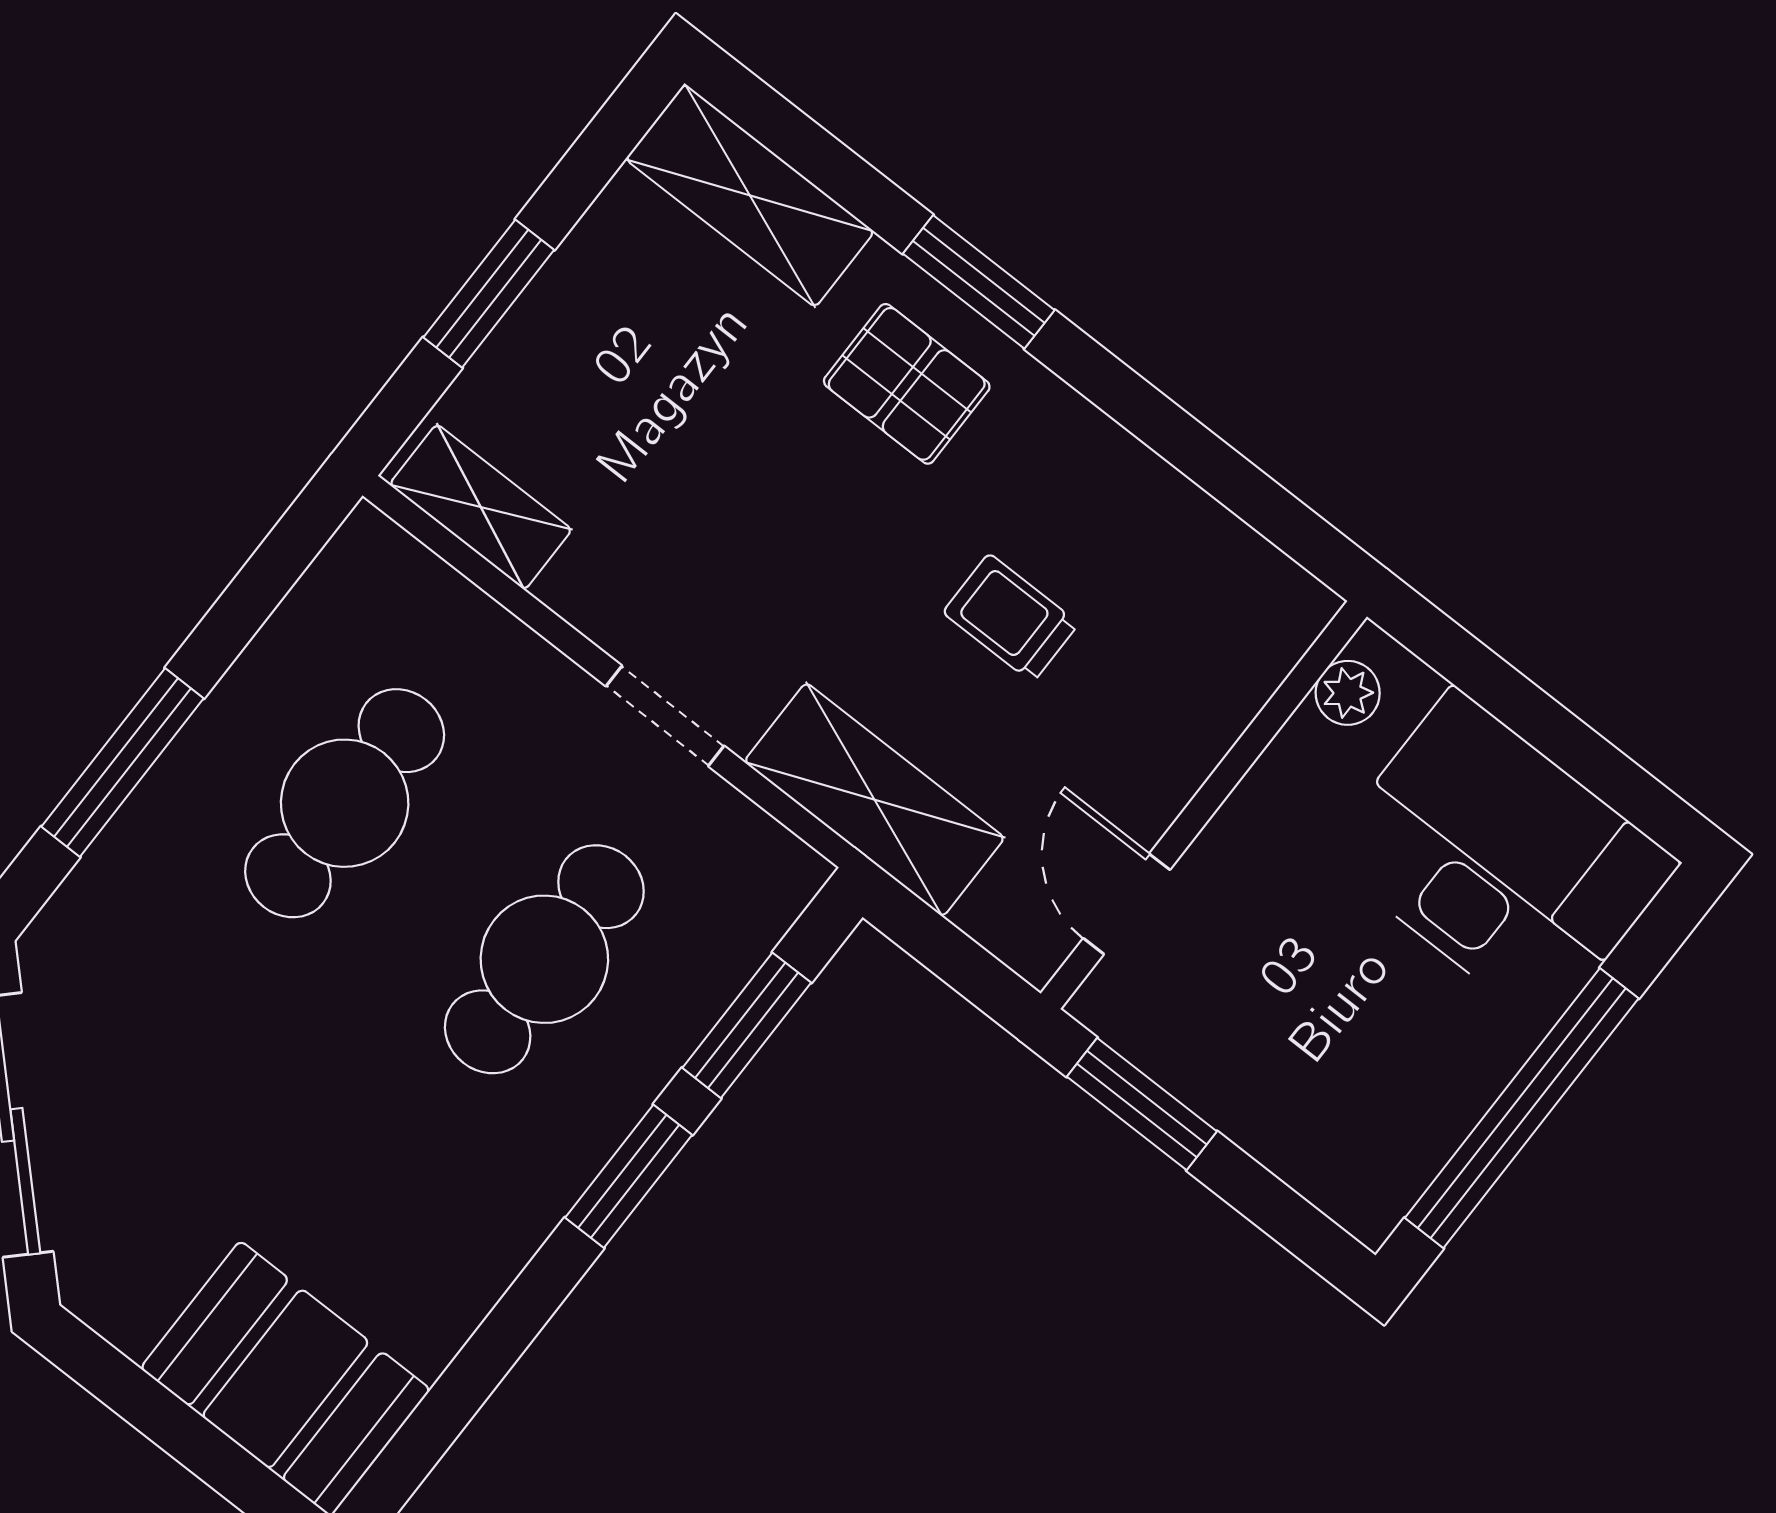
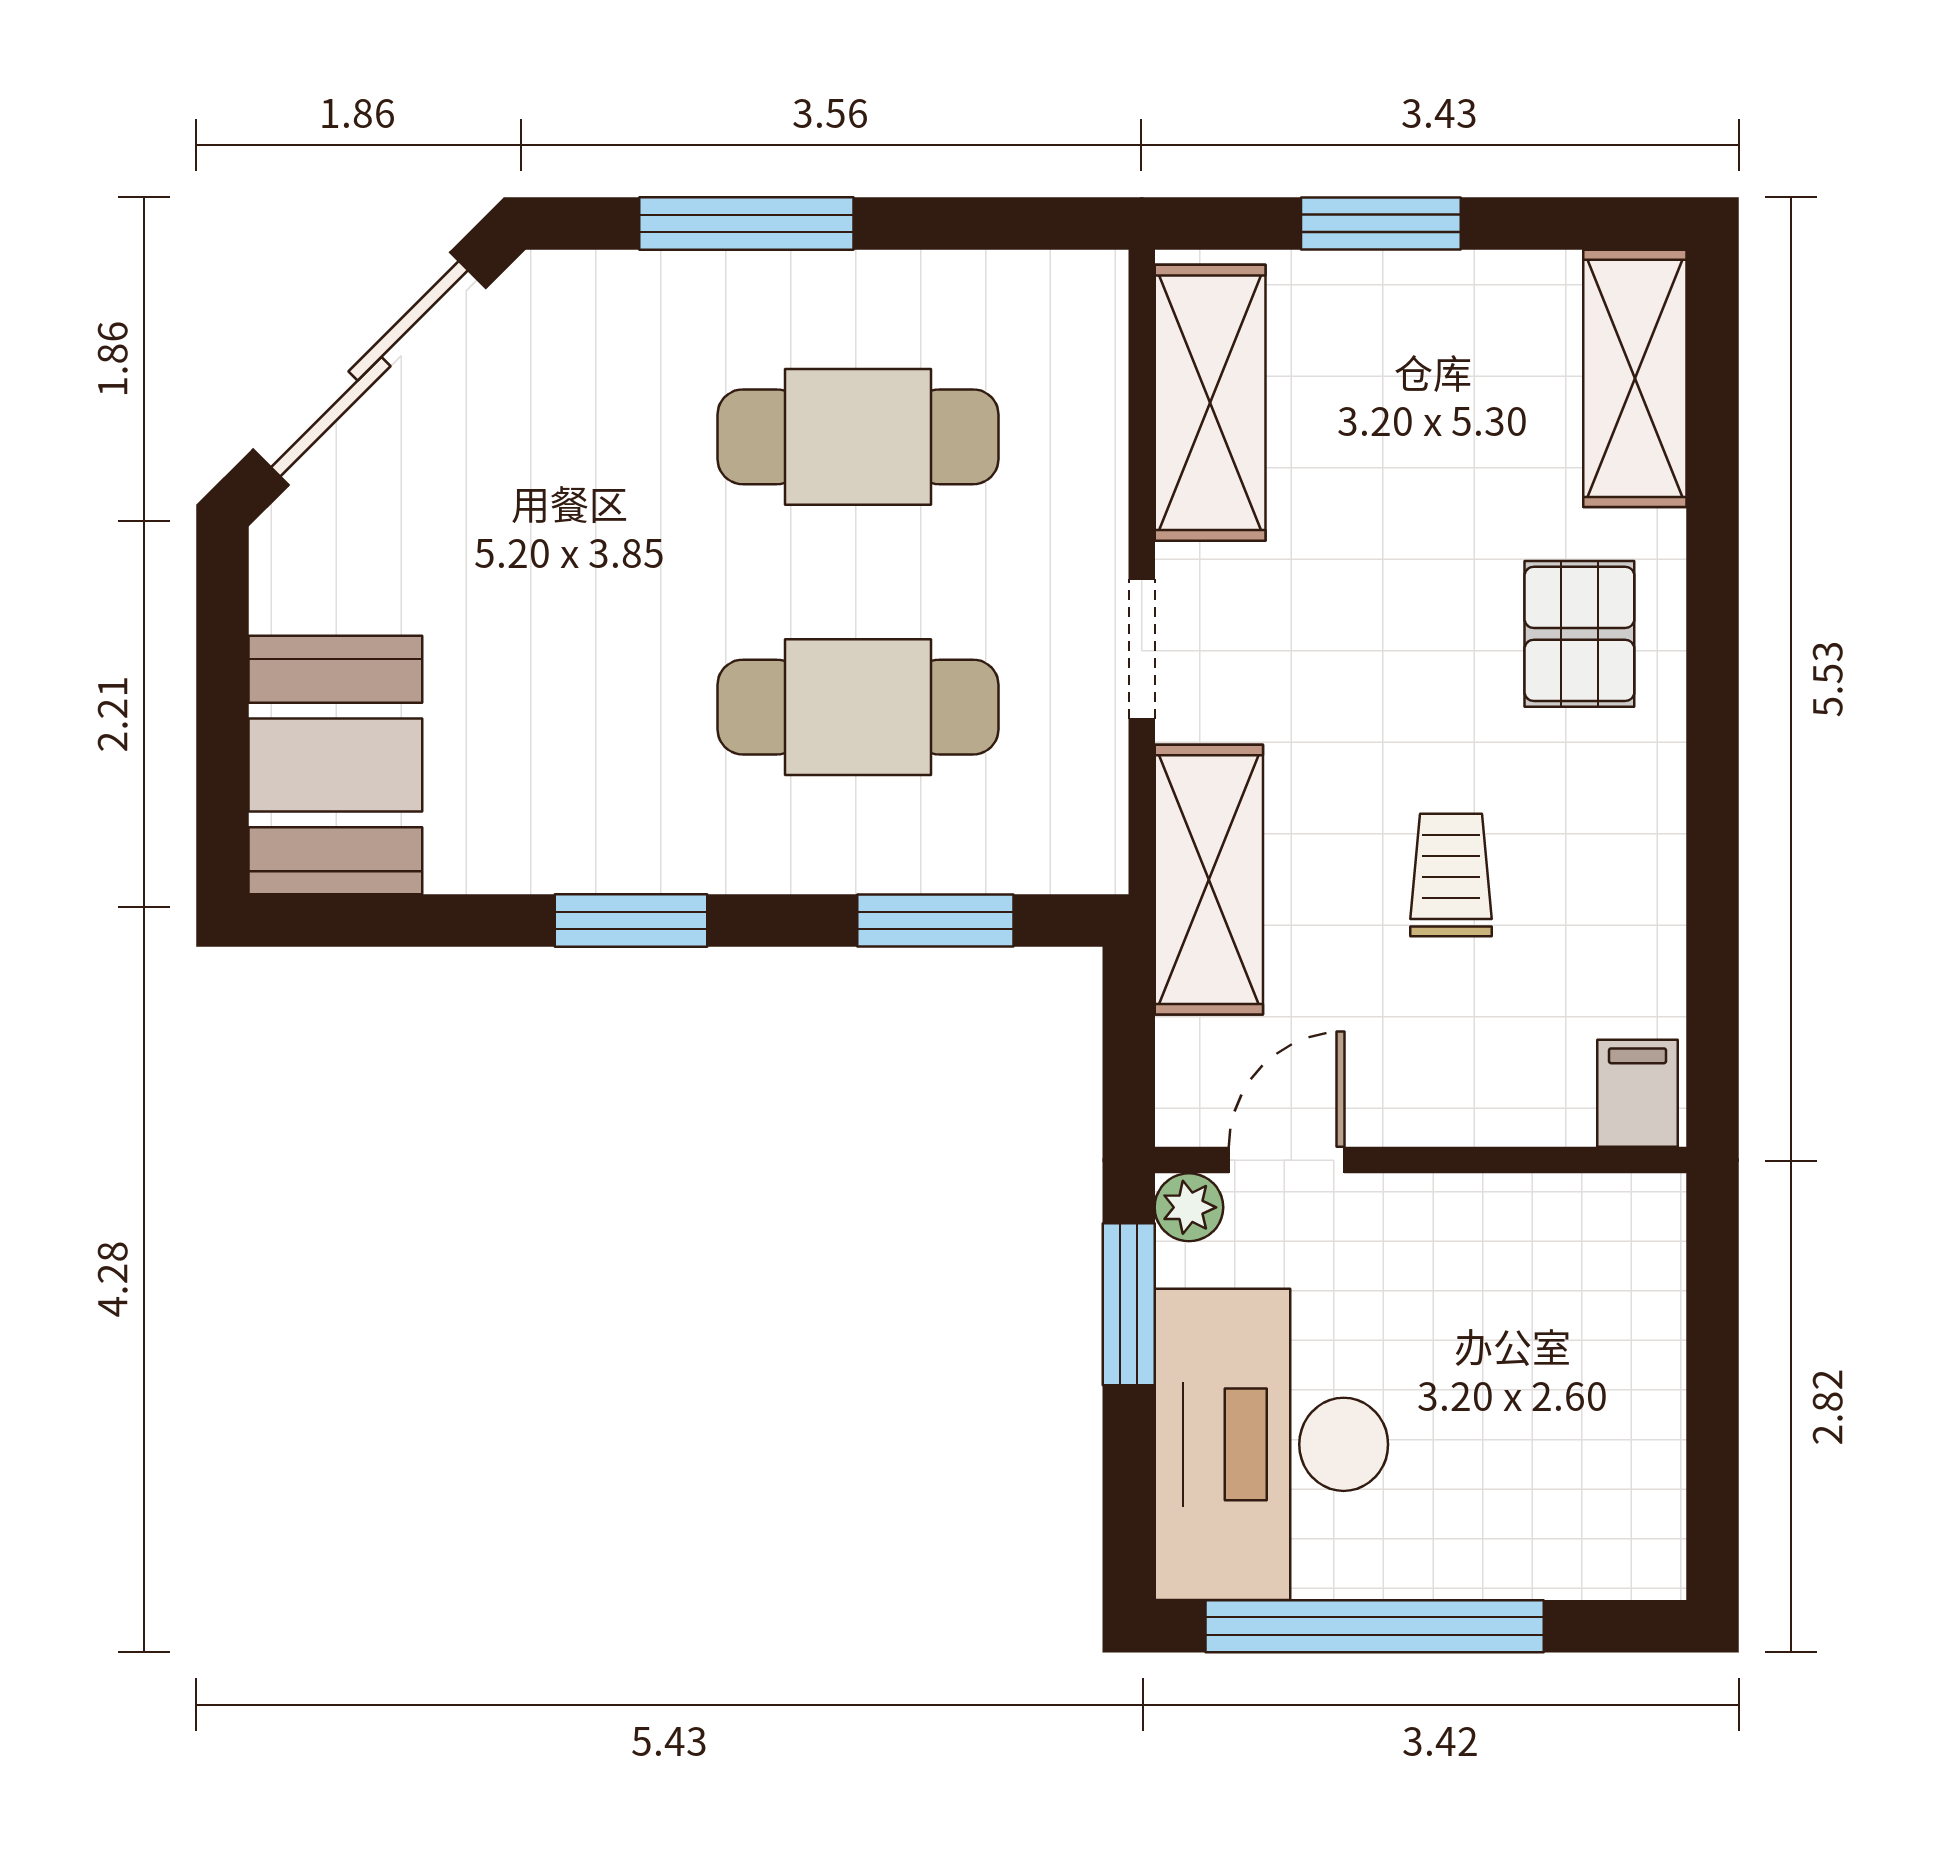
window: (979, 282) -> (1712, 627), removed
shelving: (481, 507) -> (1210, 403), width x1.50, depth x1.33
filing cabinet: (1280, 606) -> (1637, 1093), added
plant: (1348, 693) -> (1189, 1207), moved
desk: (1500, 859) -> (1271, 1444), moved, turned 180
window: (629, 1176) -> (631, 920), moved

